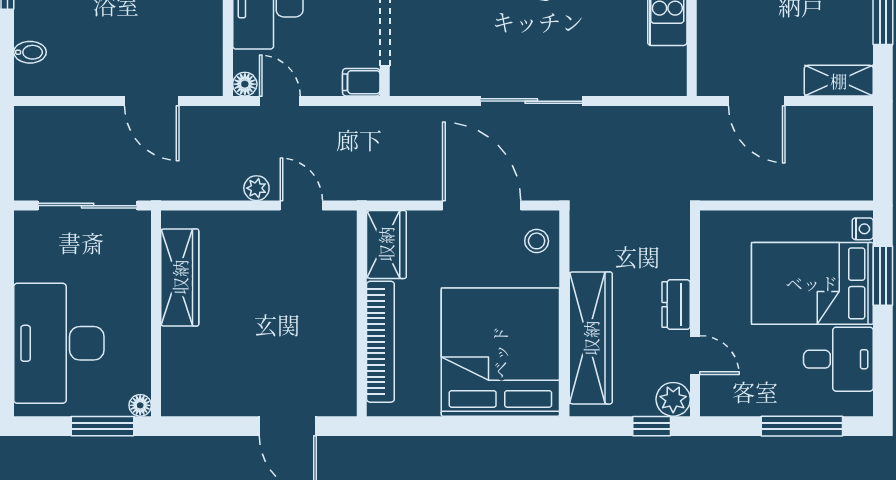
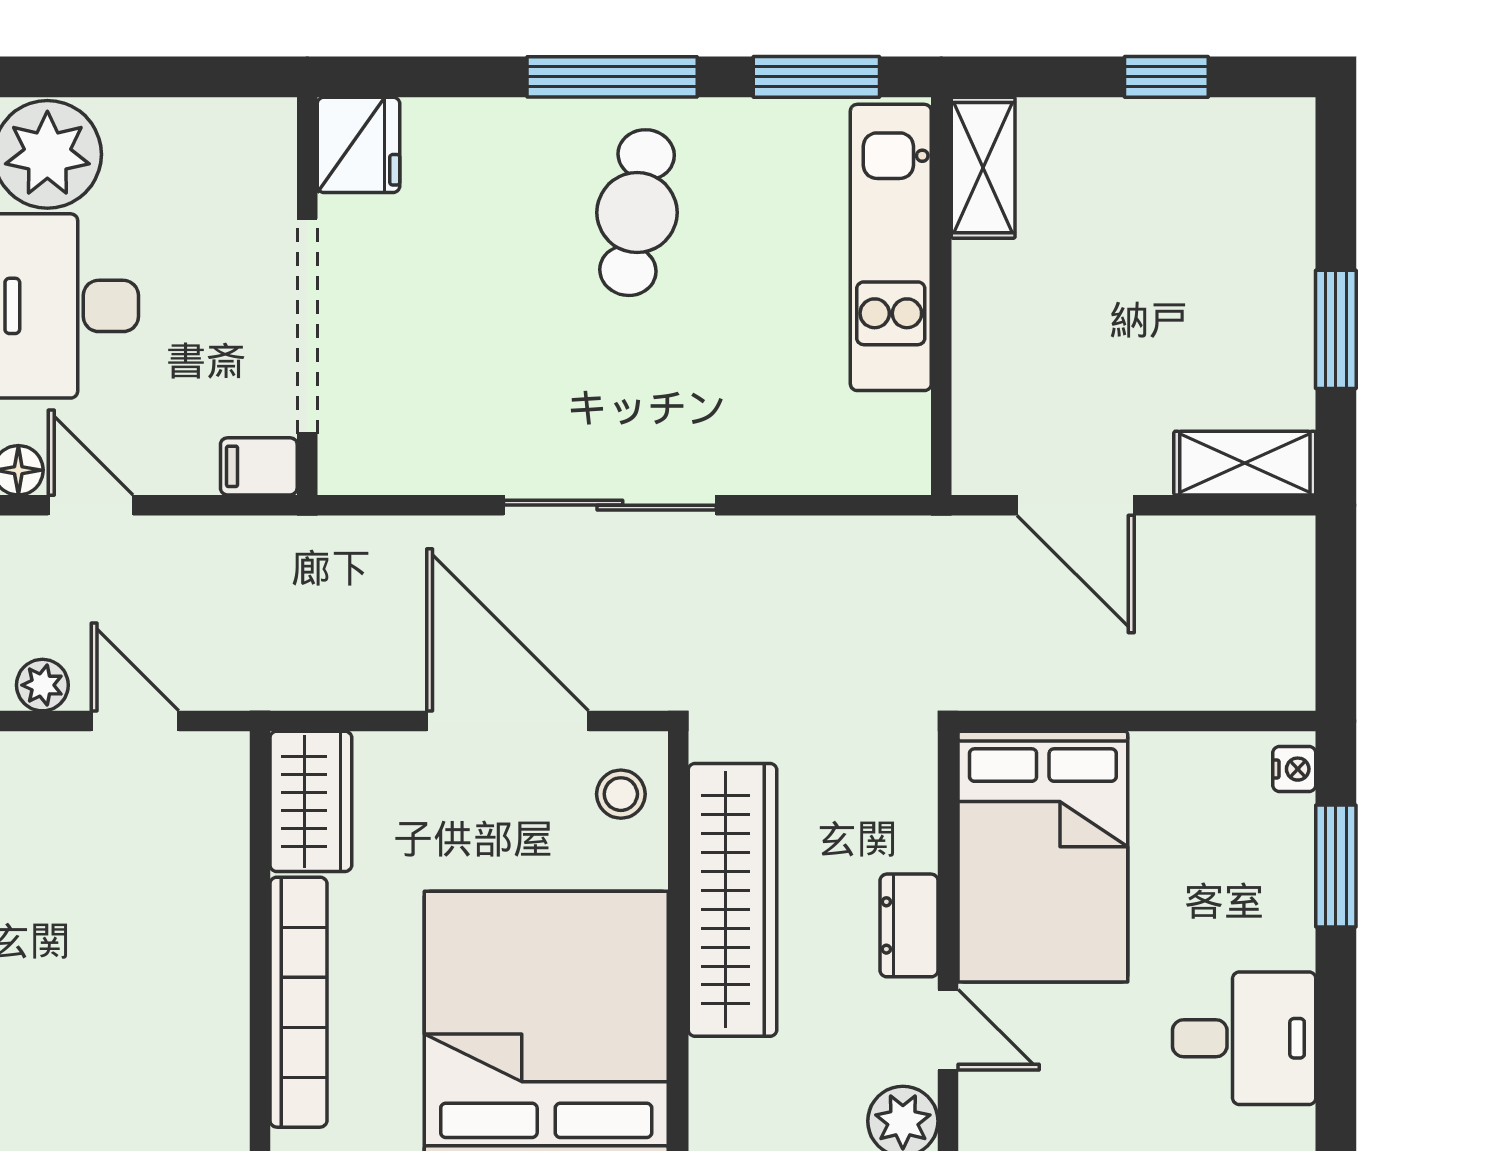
bed: (812, 283) -> (1043, 857), moved, turned -90
wardrobe: (591, 338) -> (733, 900), moved

